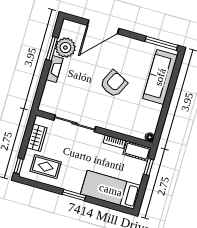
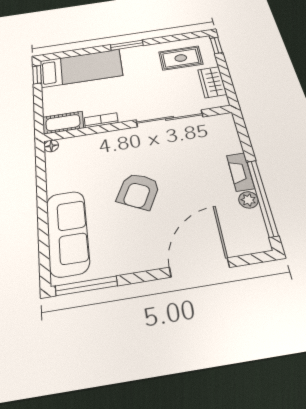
plant: (65, 48) -> (248, 200), width x0.53, depth x0.53
window: (52, 49) -> (262, 197), width x2.11
window: (149, 167) -> (37, 75), moved

